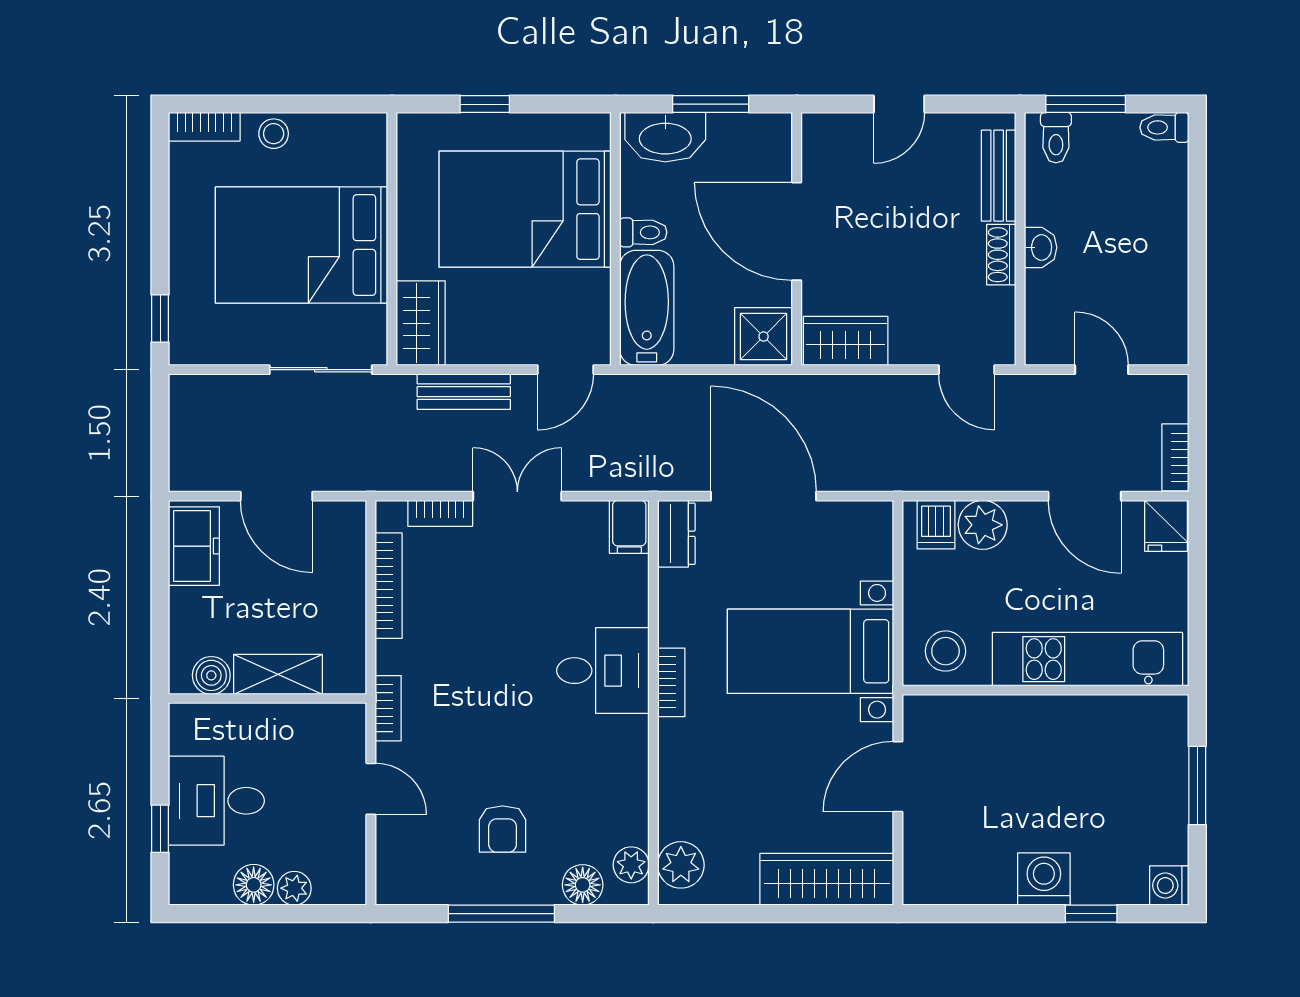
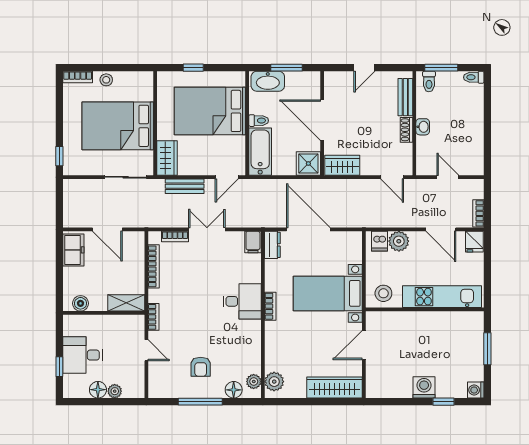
shelving: (278, 674) -> (126, 303), moved

